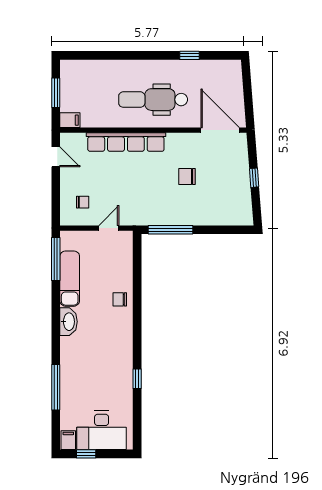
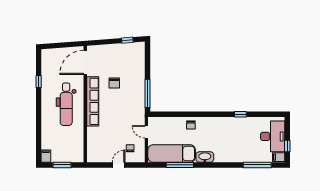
filing cabinet: (70, 120) -> (46, 156), moved
row of seats: (126, 142) -> (93, 101), moved
door: (56, 157) -> (119, 165), moved
window: (254, 178) -> (127, 40), moved
window: (56, 259) -> (180, 165), moved
exam couch: (70, 279) -> (172, 154), width x1.36, depth x1.45
window: (56, 387) -> (257, 165), moved

